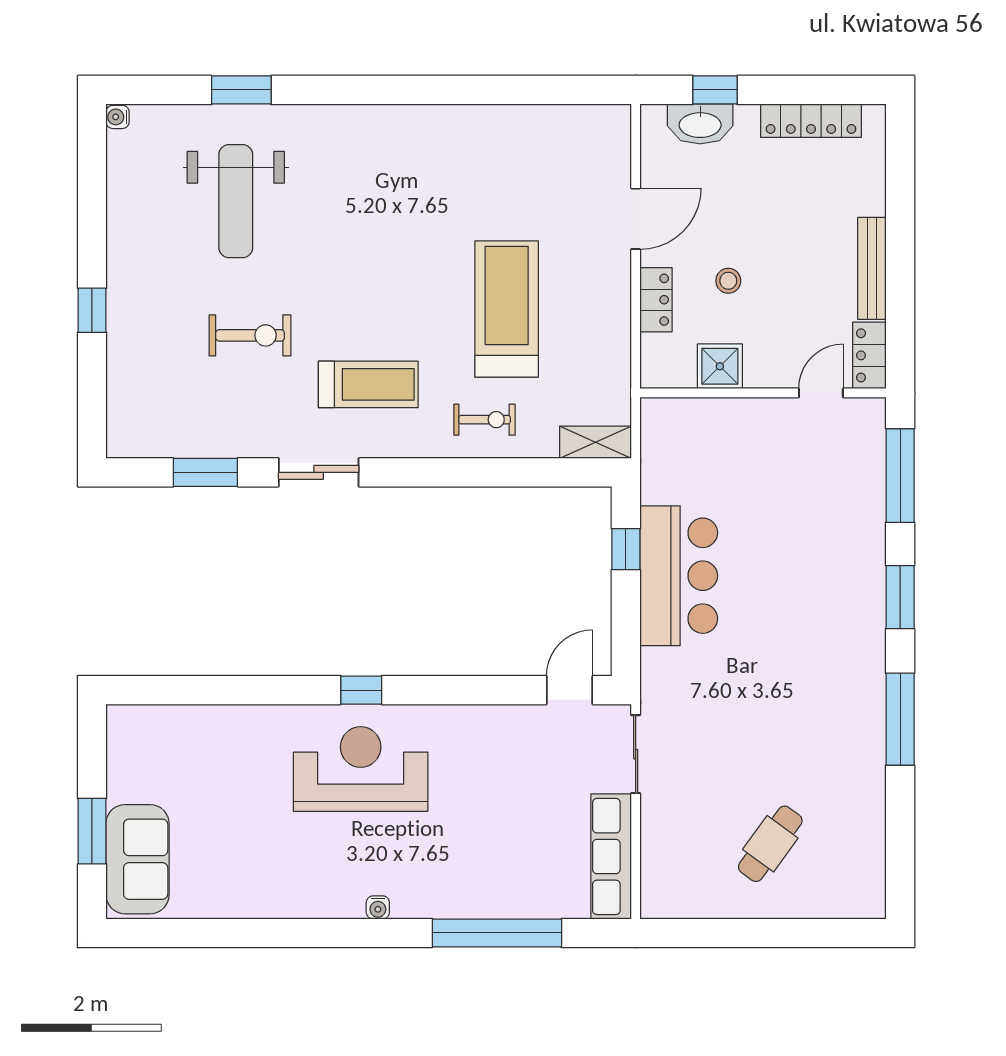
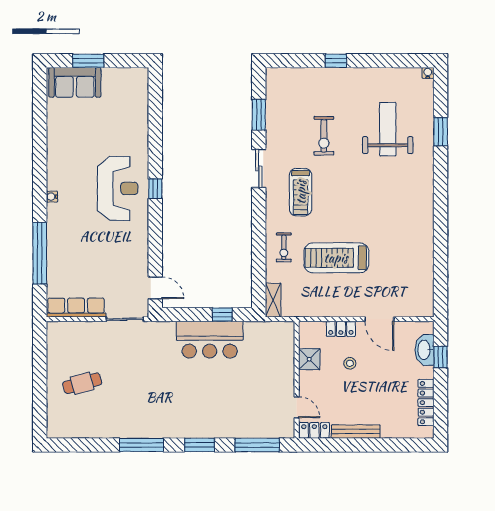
weight bench: (236, 201) -> (388, 129), turned 90
treadmill: (507, 309) -> (336, 258), turned 180
cafe table: (770, 844) -> (82, 383), turned -51

